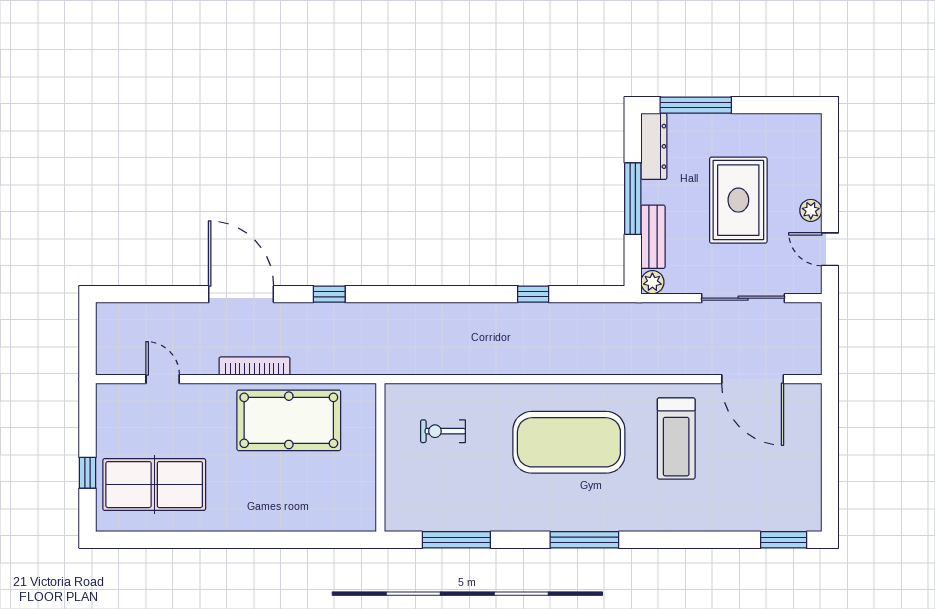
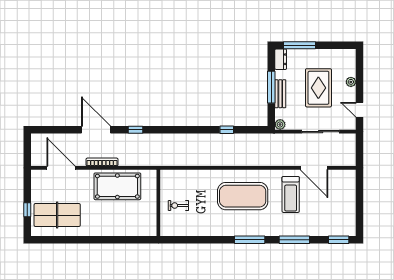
dresser: (654, 146) -> (281, 59), width x0.70
plant: (811, 210) -> (351, 82), moved
bench: (653, 237) -> (280, 94), moved
door: (163, 379) -> (61, 168), width x1.88
door: (753, 379) -> (314, 168), moved
exercise bike: (443, 431) -> (178, 206), moved
window: (456, 540) -> (294, 240), moved

